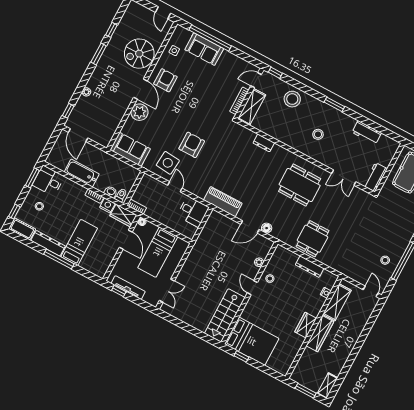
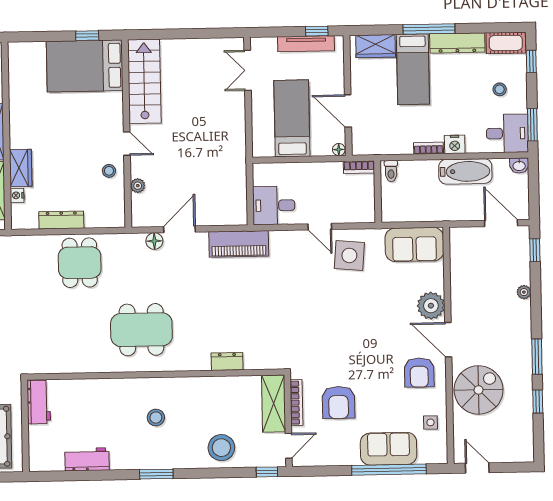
armchair: (192, 145) -> (338, 402), moved
double door: (344, 178) -> (84, 376), removed
washbasin: (111, 192) -> (519, 166), moved
nightstand: (107, 205) -> (455, 144), moved
wardrobe: (123, 215) -> (376, 46), moved, turned 180
wardrobe: (306, 325) -> (21, 168), moved

